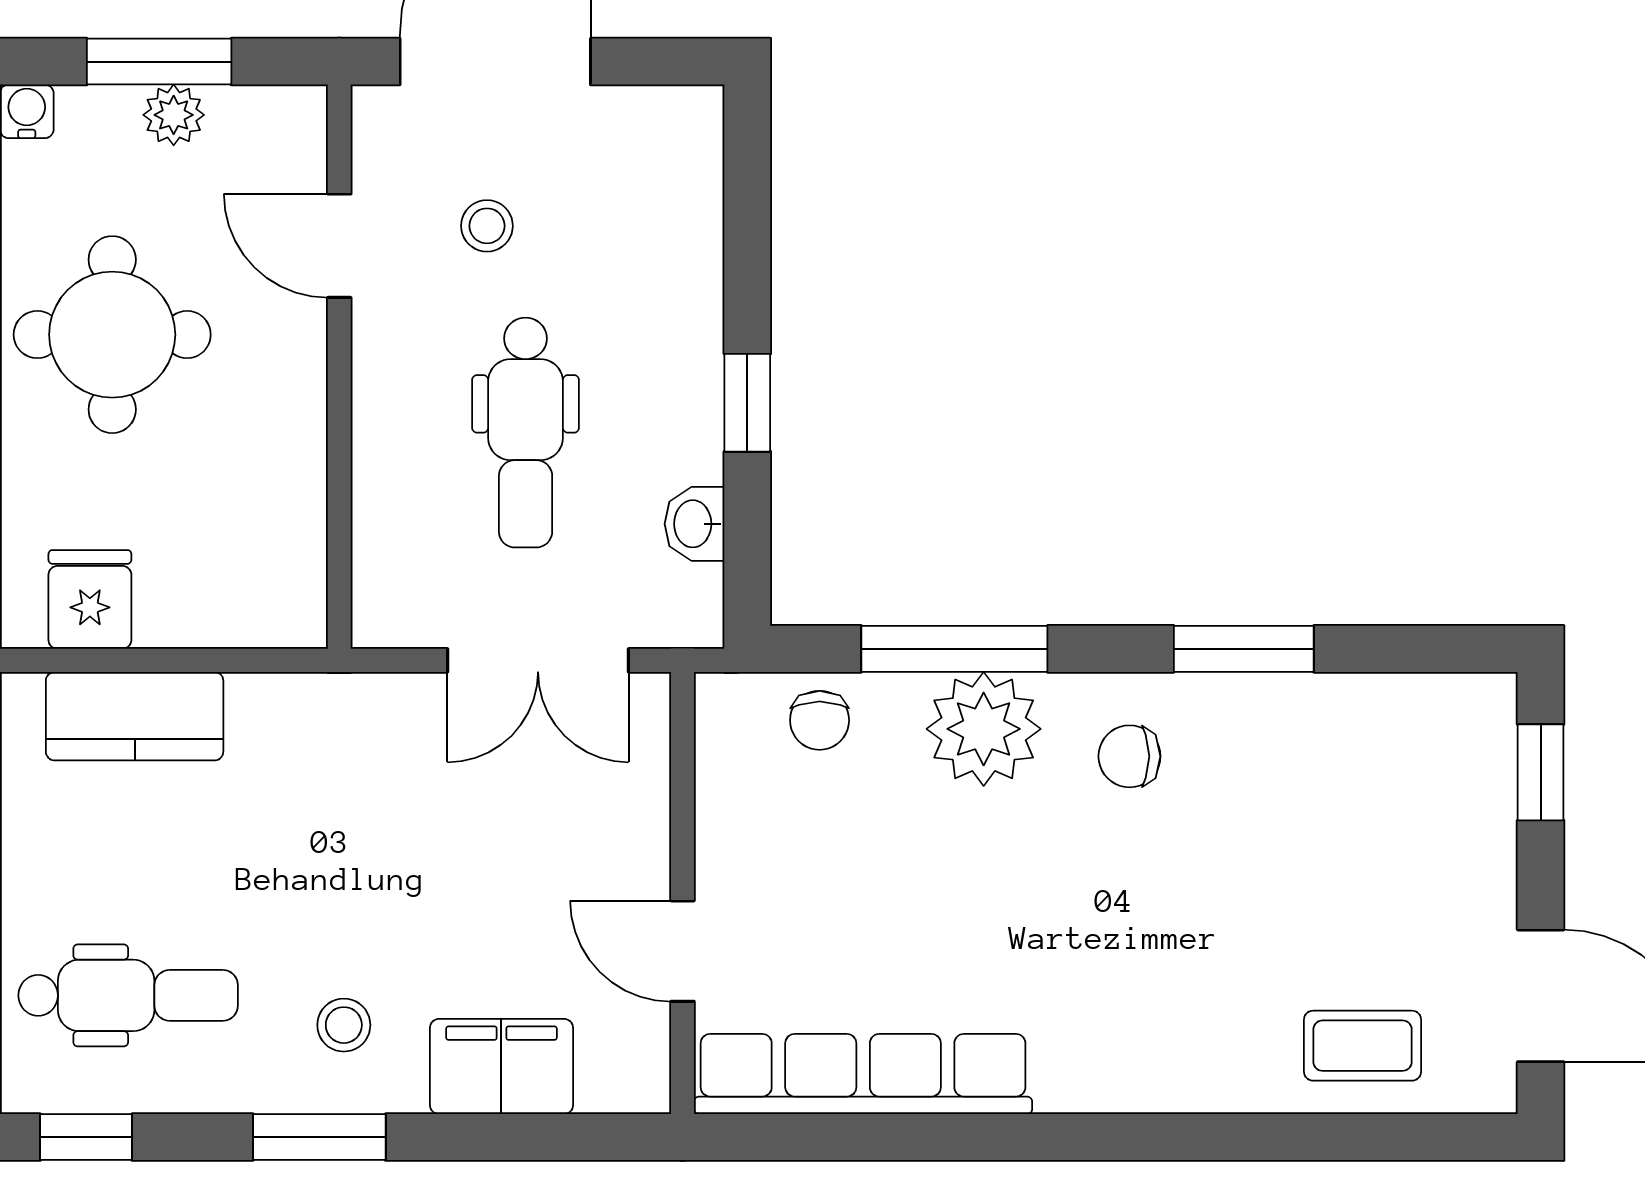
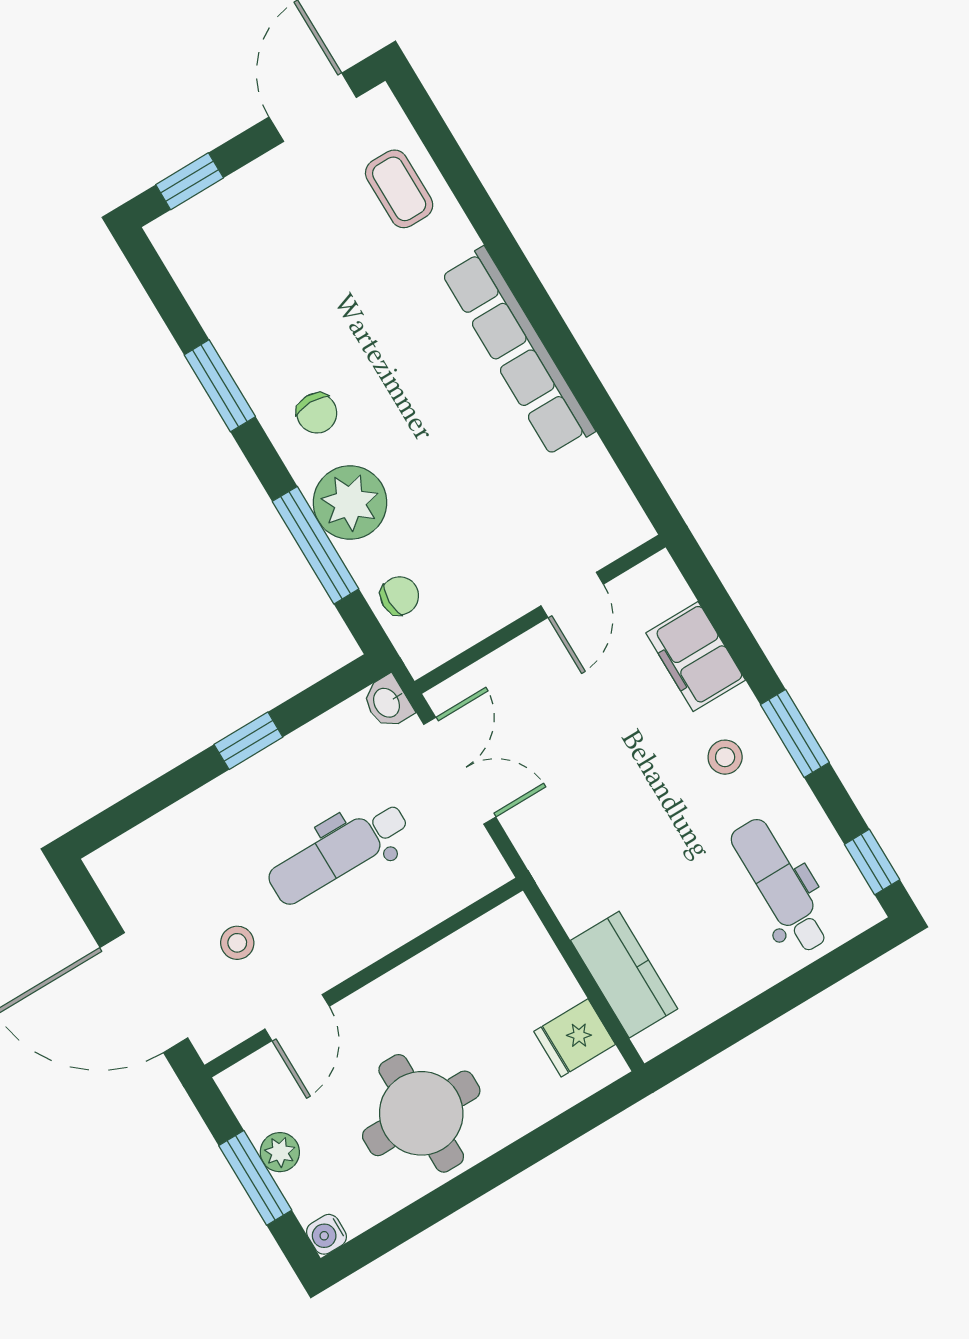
dental chair: (526, 433) -> (338, 853), turned 180
washbasin: (694, 524) -> (387, 702), moved, turned 90
row of seats: (863, 1074) -> (518, 352), moved

